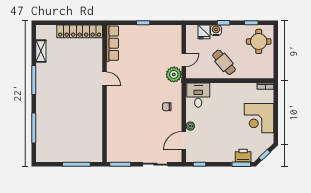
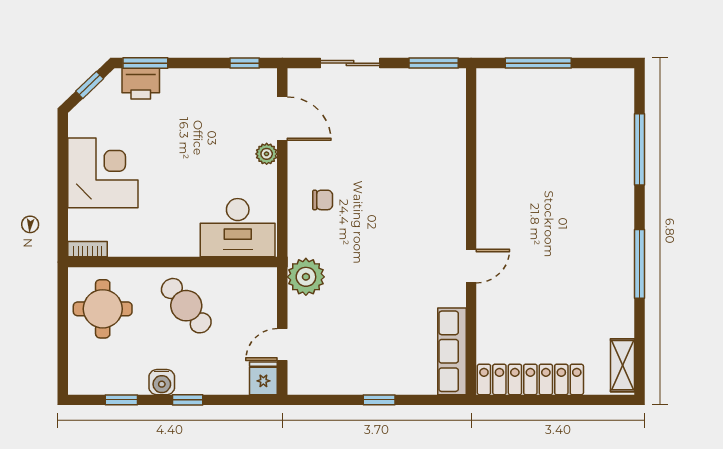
water cooler: (216, 30) -> (162, 382), moved
fridge: (204, 32) -> (263, 378), moved
round table: (259, 41) -> (103, 309), moved
shelving: (41, 51) -> (622, 365), moved
door: (184, 60) -> (282, 345), moved
door: (104, 79) -> (471, 266), swing flipped
desk: (198, 95) -> (238, 228), width x1.37
door: (184, 141) -> (282, 119), hinge flipped

